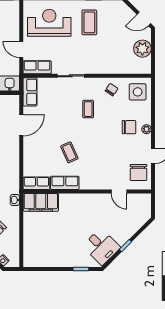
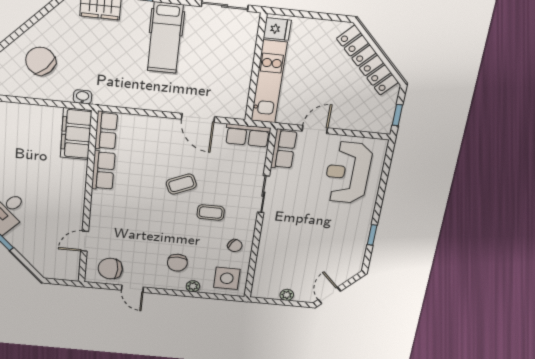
coffee table: (89, 22) -> (338, 226), removed
reception desk: (49, 23) -> (348, 173), turned 180
plant: (142, 49) -> (287, 295), width x0.53, depth x0.53
plant: (146, 129) -> (193, 286), moved
coffee table: (69, 152) -> (181, 184), moved

